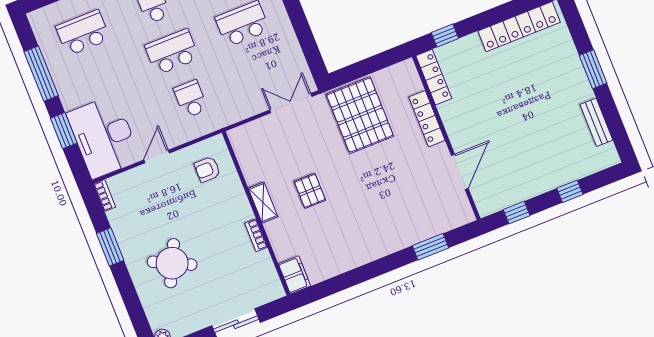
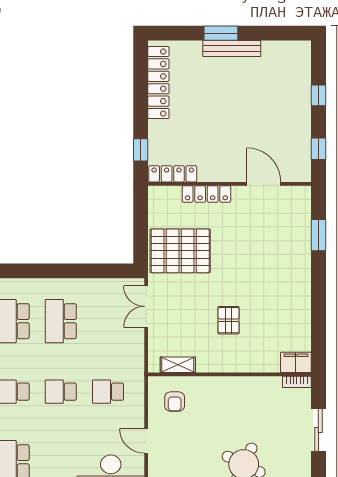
school desk: (172, 52) -> (61, 392), width x0.54
bench: (596, 122) -> (232, 49), moved, width x1.36
pallet: (310, 191) -> (229, 320), turned 90
shelving: (263, 202) -> (178, 365), moved
bookcase: (256, 235) -> (297, 382), moved

